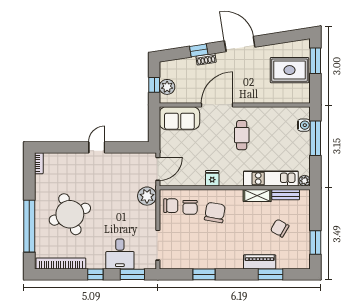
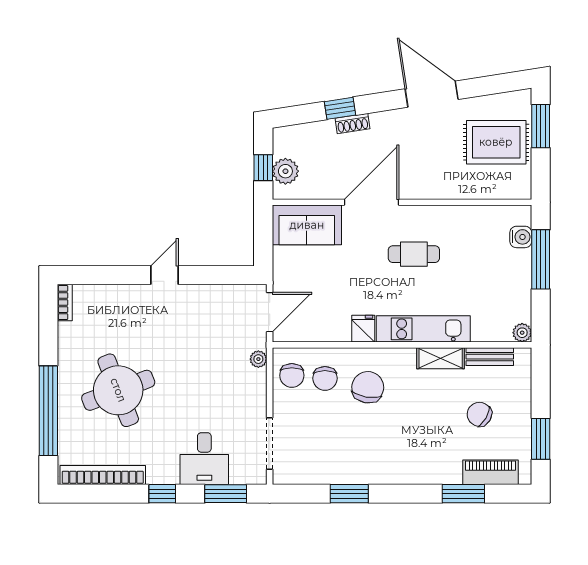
door: (240, 44) -> (432, 94), moved
cafe table: (242, 135) -> (414, 254), turned 90
kitchen unit: (271, 179) -> (423, 329), moved
plant: (147, 196) -> (258, 359), width x0.53, depth x0.53
chair: (171, 206) -> (292, 375), turned 90
piano: (260, 262) -> (491, 472), moved

